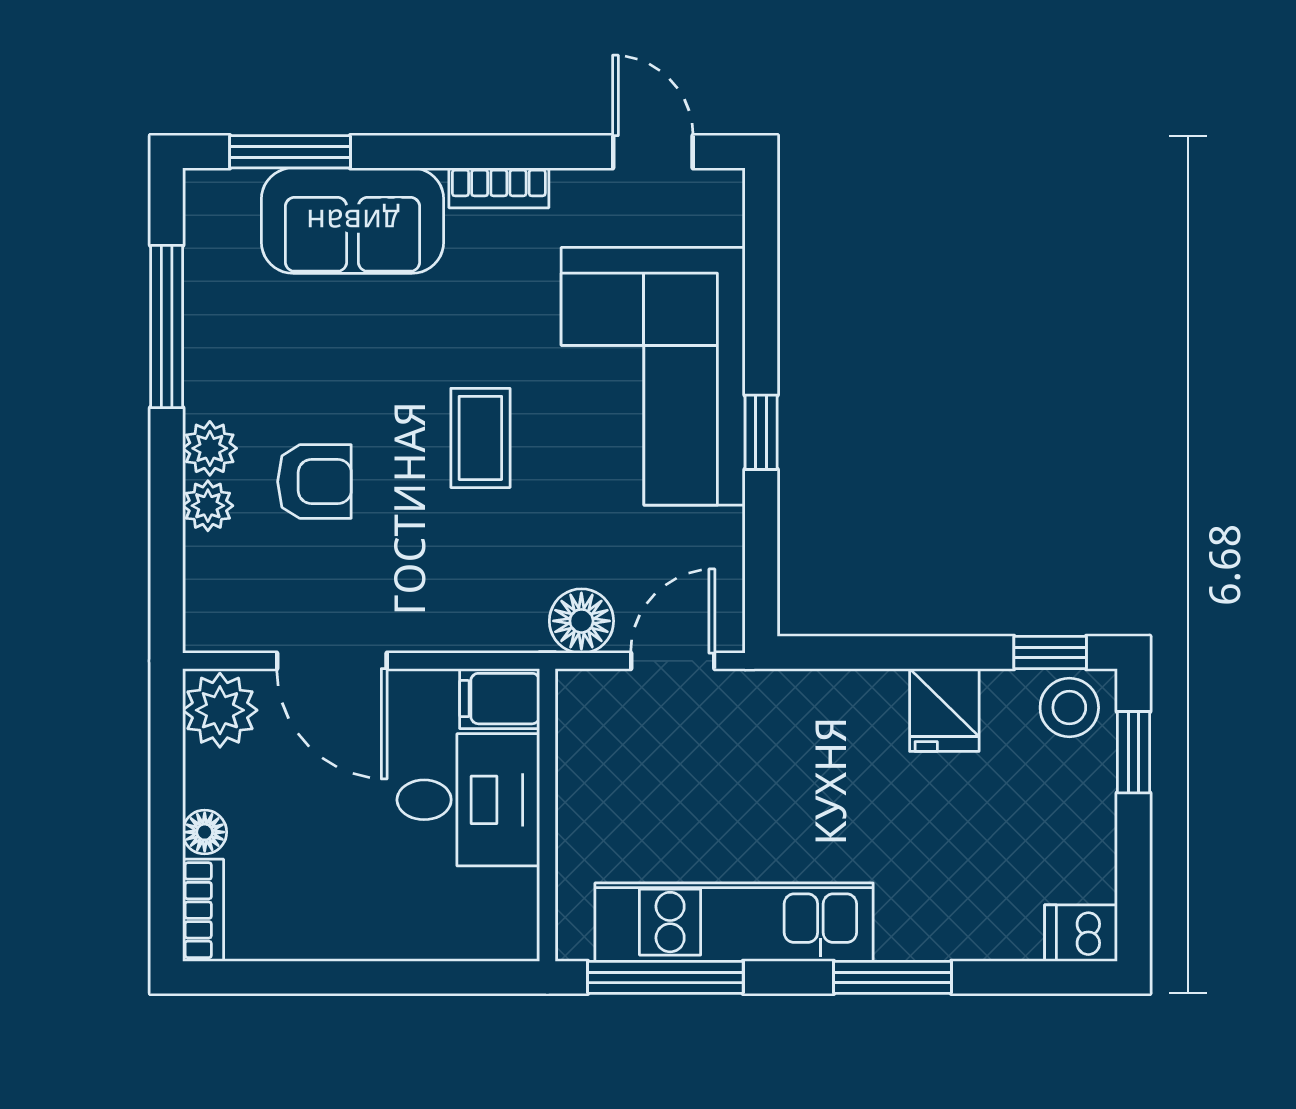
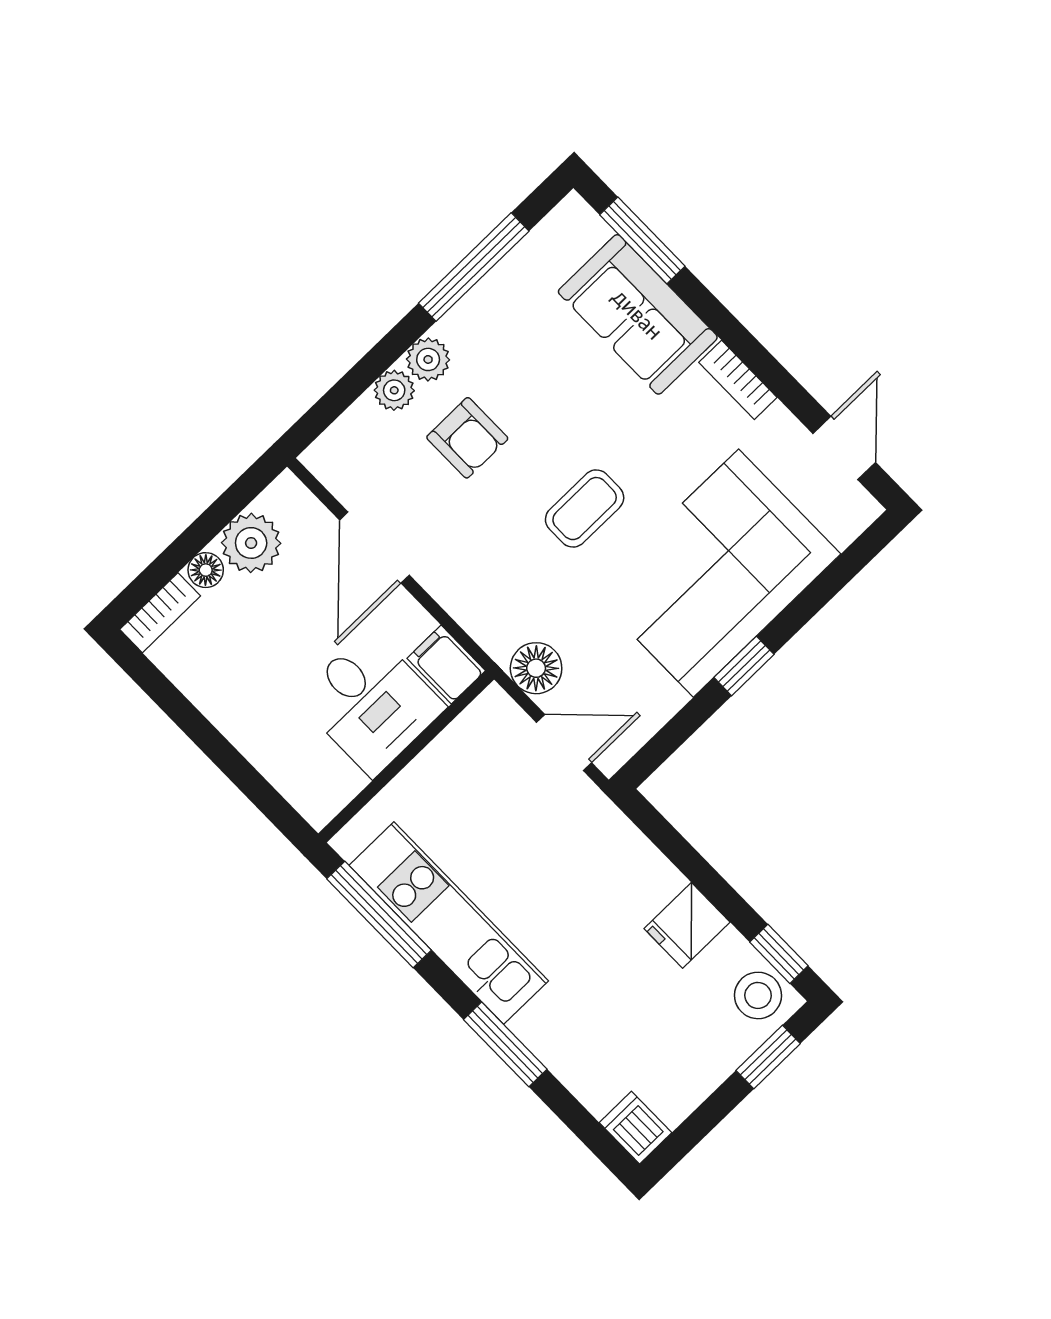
plant: (220, 710) -> (251, 543), moved

